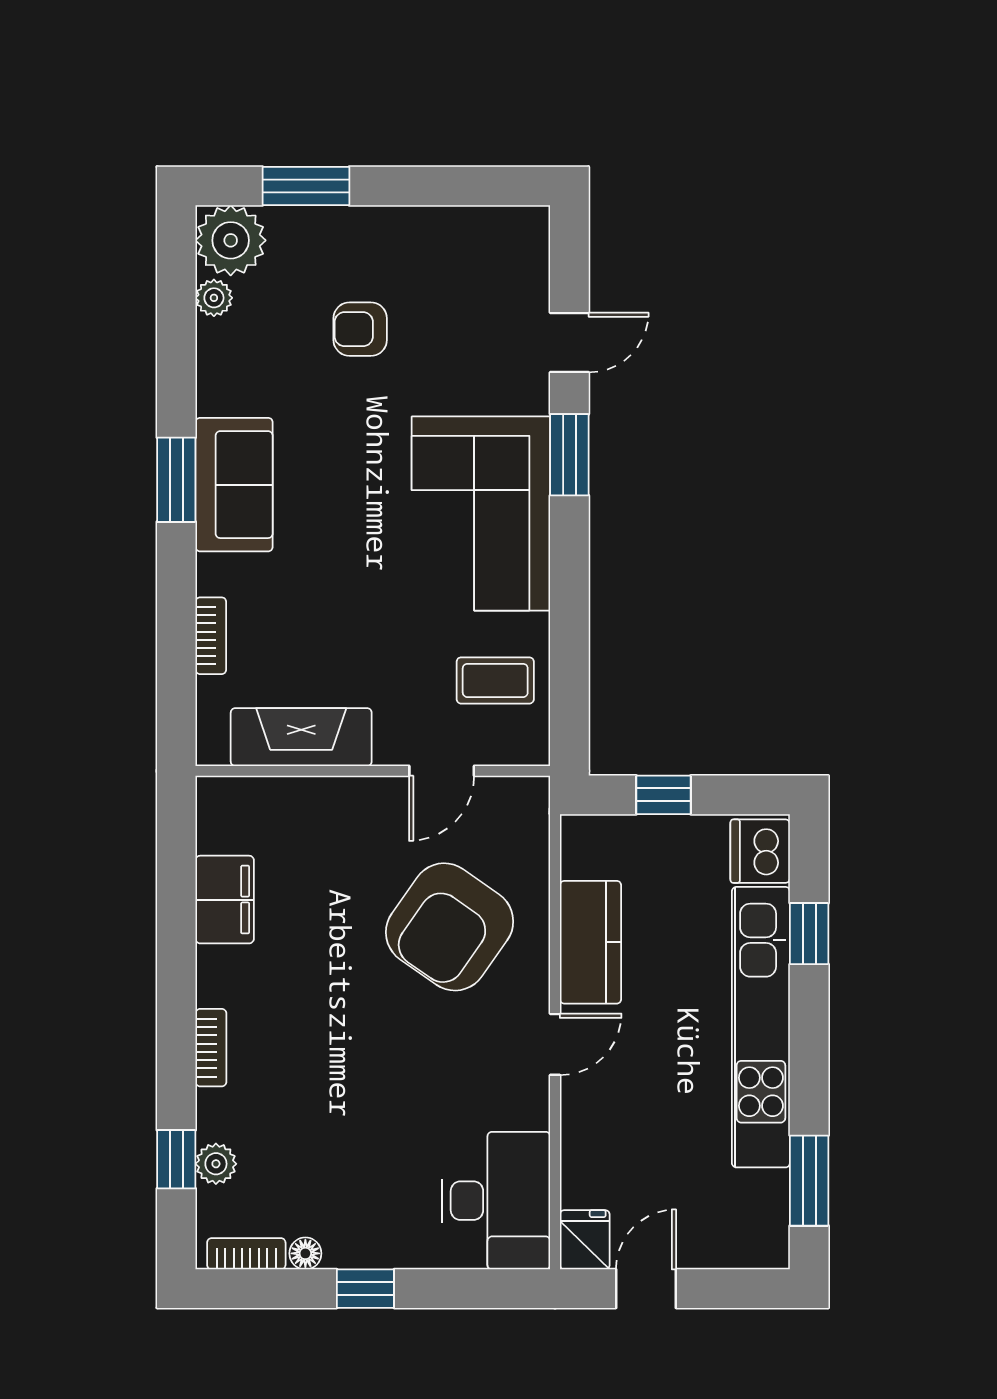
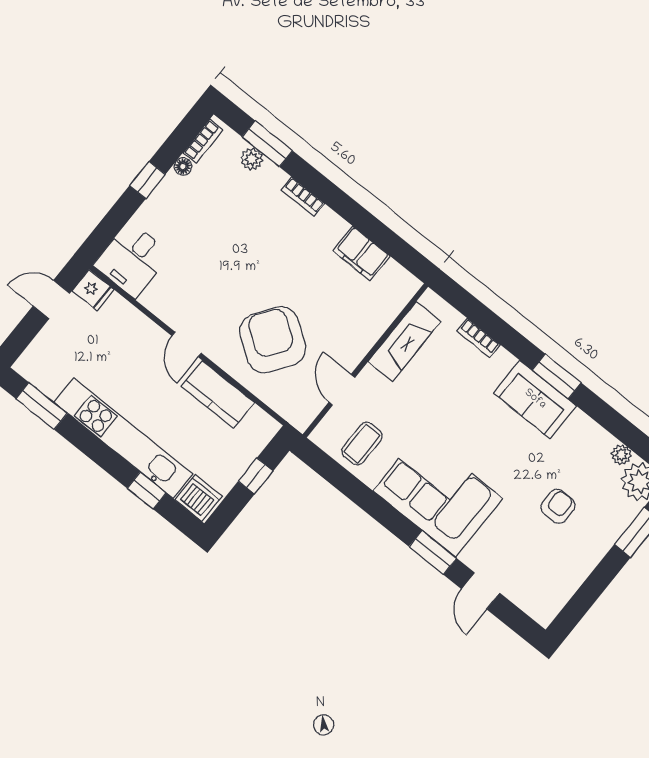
window: (176, 1159) -> (267, 144), width x1.50
desk: (496, 1201) -> (132, 259), width x0.73
door: (646, 1289) -> (51, 300), swing flipped

